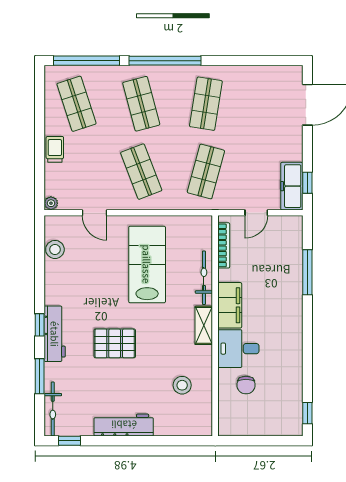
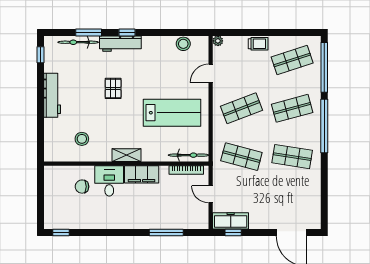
bicycle: (204, 278) -> (189, 155), moved
pallet: (115, 343) -> (113, 88), width x0.67, depth x0.71
bicycle: (53, 409) -> (78, 42), moved

